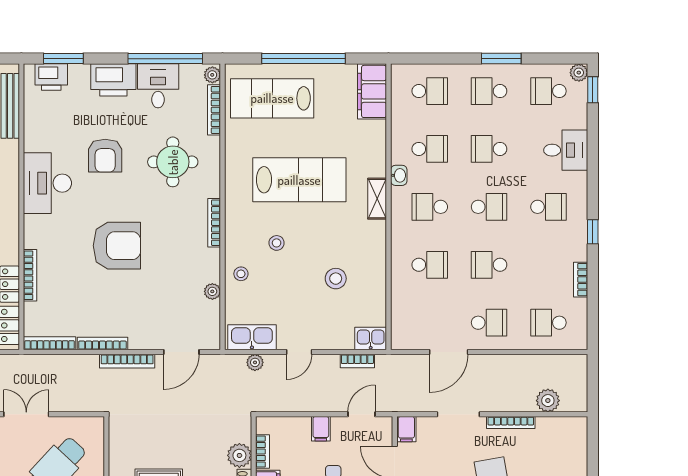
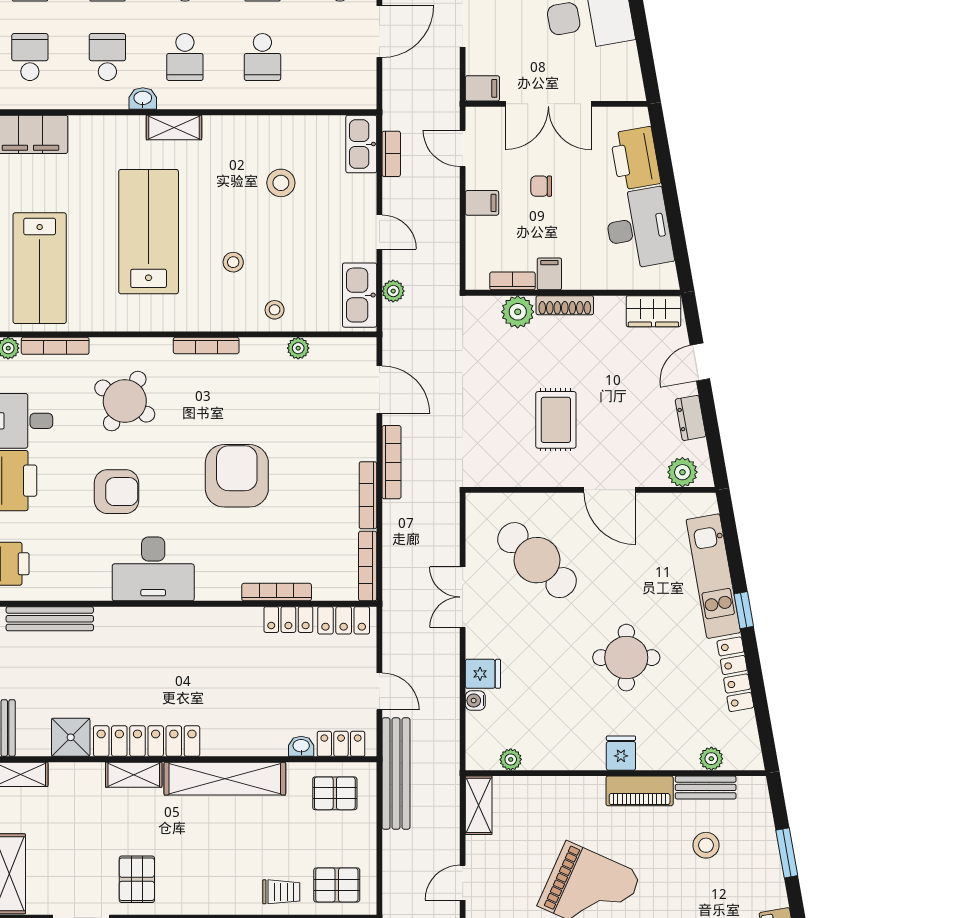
round table: (173, 162) -> (125, 401), turned 31
school desk: (430, 265) -> (262, 57), turned 180
kitchen sink: (371, 339) -> (361, 144), width x1.38
door: (449, 352) -> (379, 32), hinge flipped

